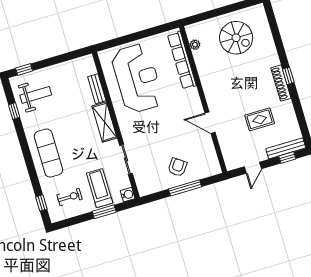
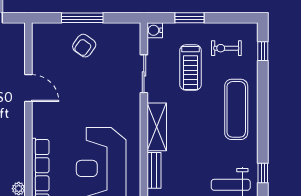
treadmill: (100, 188) -> (191, 67), moved

